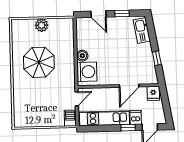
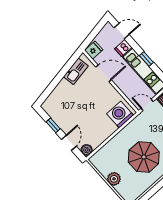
kitchen sink: (142, 31) -> (76, 71), moved
boiler: (82, 56) -> (87, 150), moved
window: (157, 58) -> (65, 70), removed
window: (128, 128) -> (146, 59), moved

